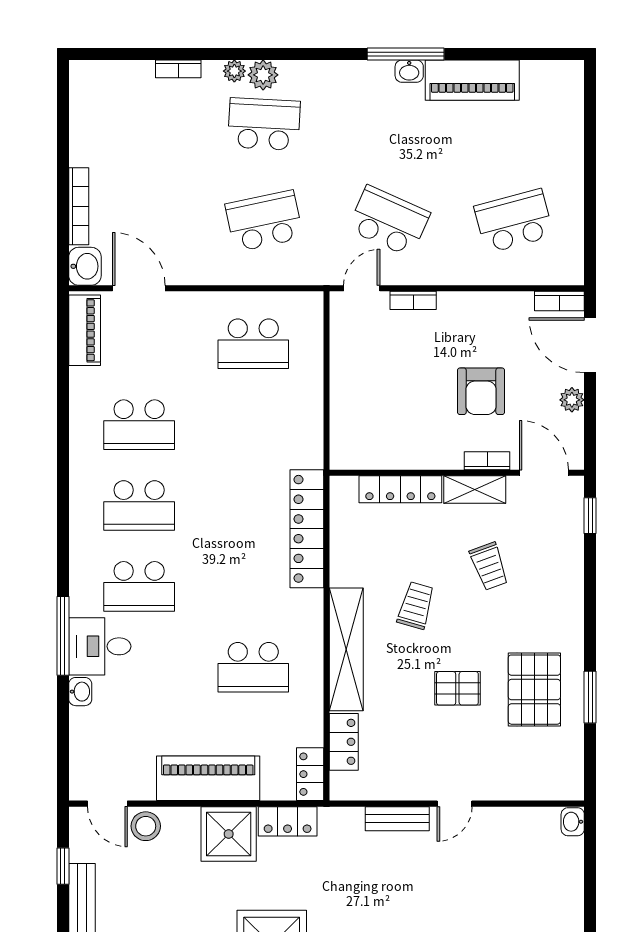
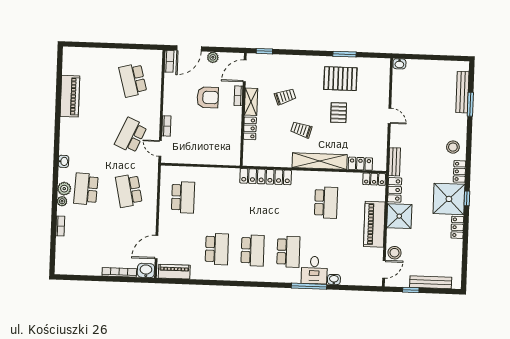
window: (406, 54) -> (57, 125), removed
washbasin: (409, 71) -> (64, 161), moved
locker: (400, 489) -> (250, 128), width x0.66
bench: (397, 819) -> (395, 162), moved

